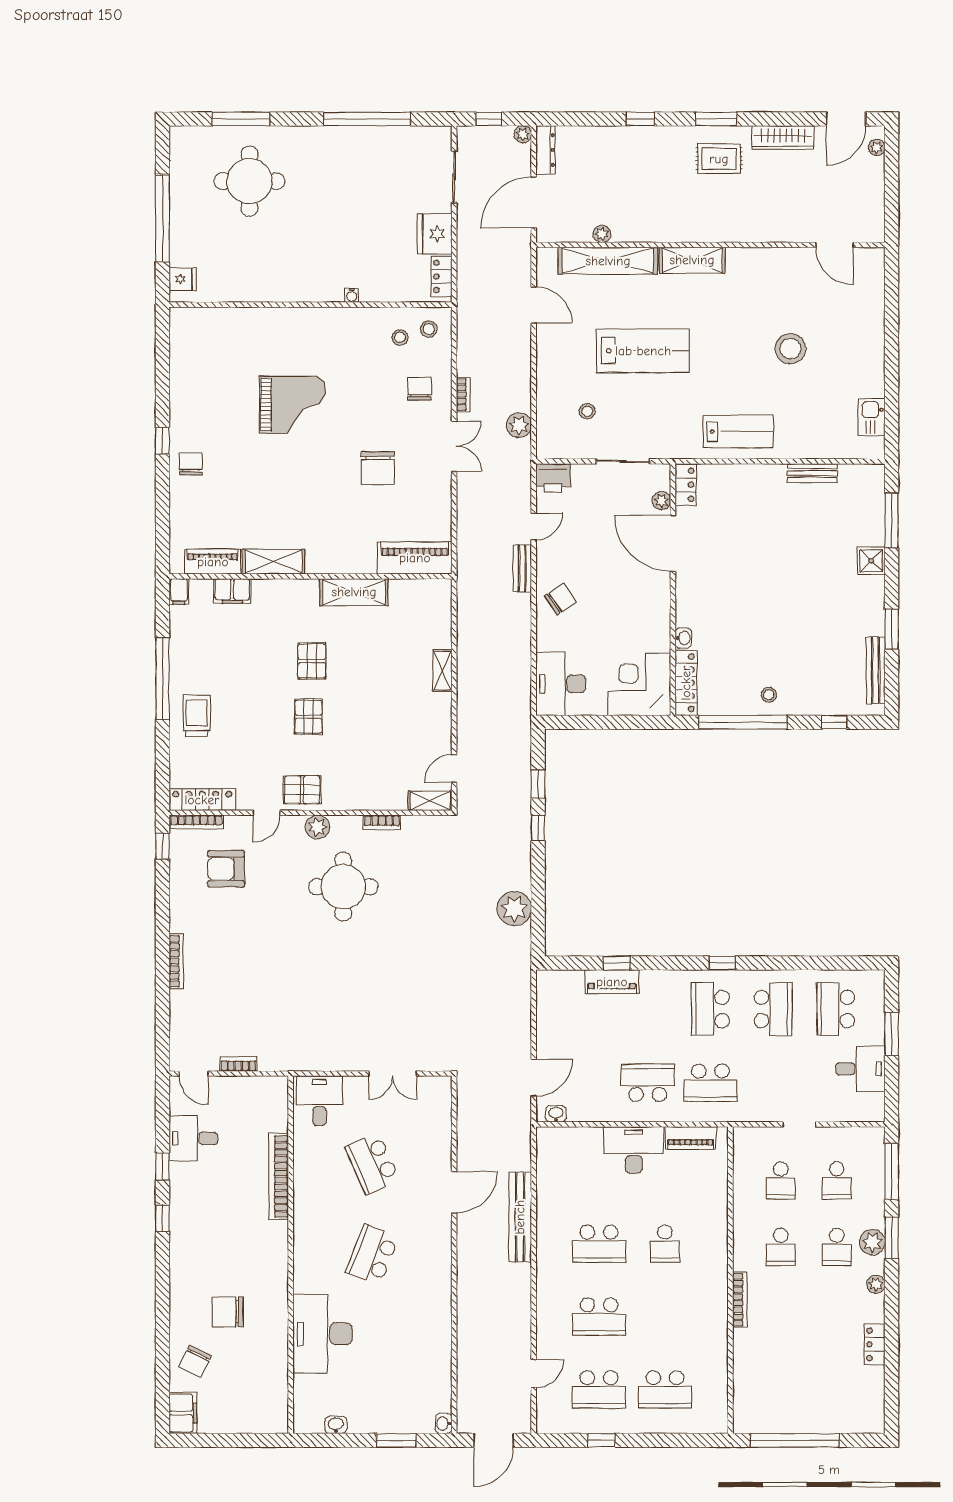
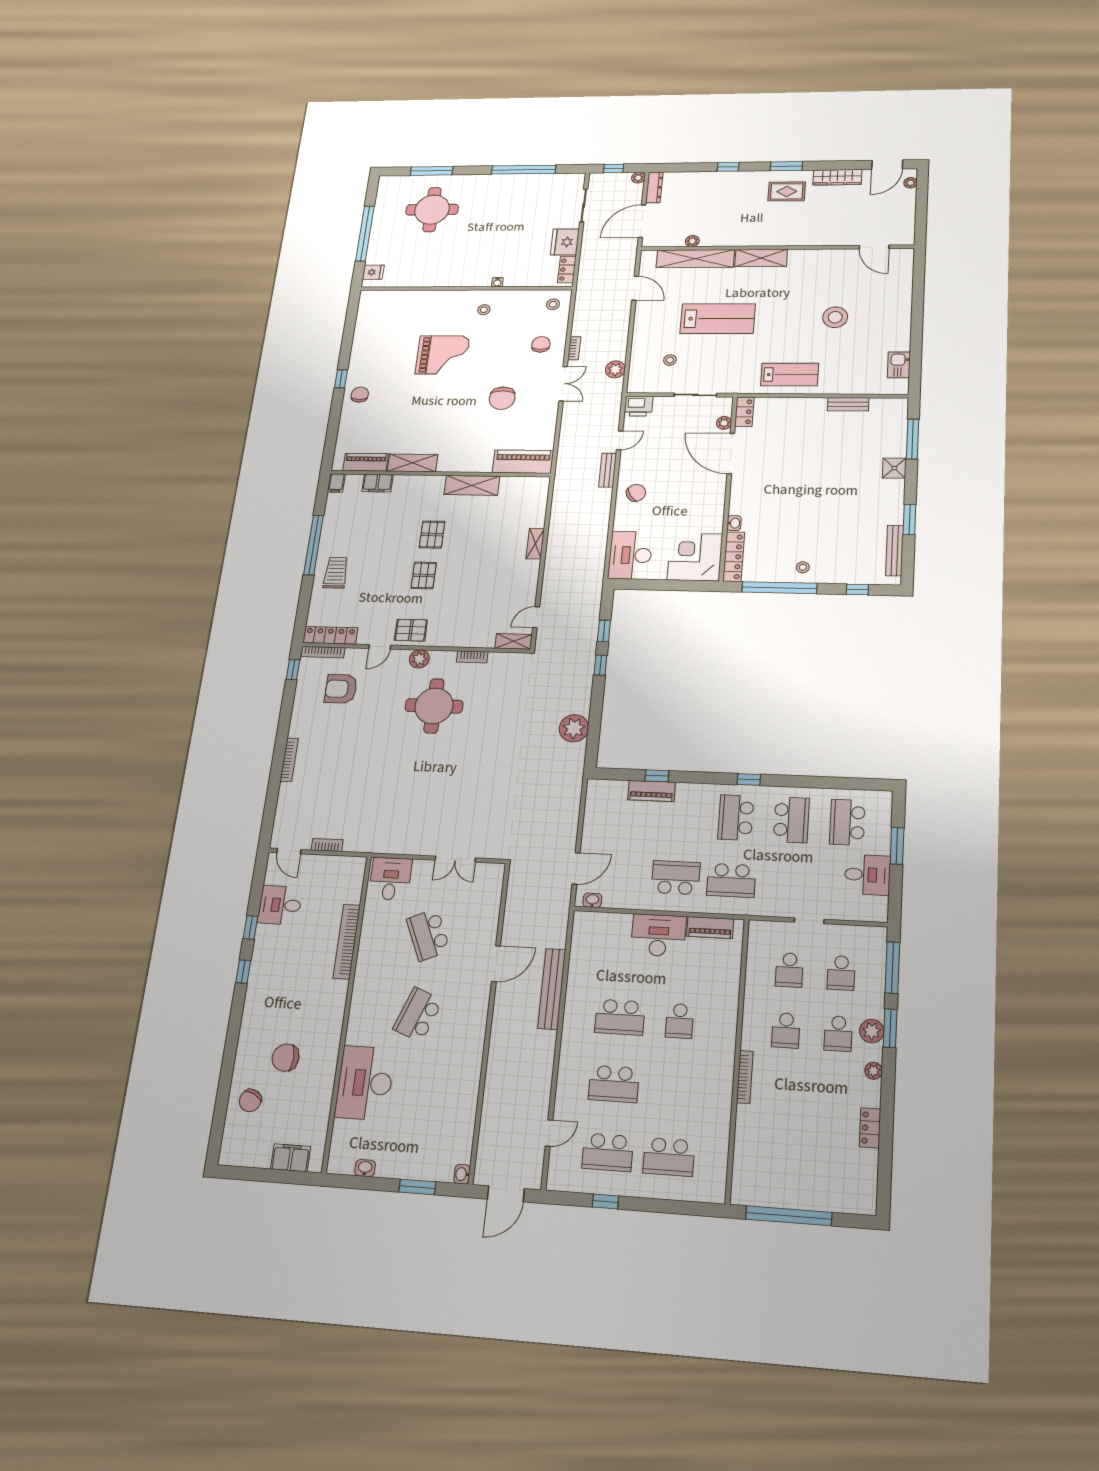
stool: (400, 337) -> (484, 310), moved
filing cabinet: (183, 1413) -> (291, 1158), moved, turned -90

